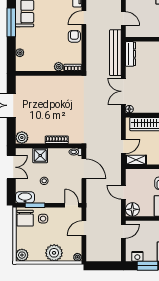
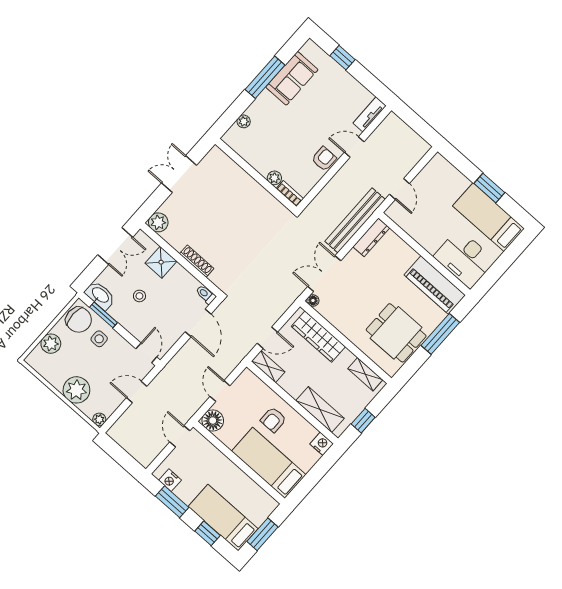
chair: (25, 218) -> (79, 320), turned -90
door: (123, 231) -> (180, 436), swing flipped
plant: (22, 255) -> (51, 344), moved

